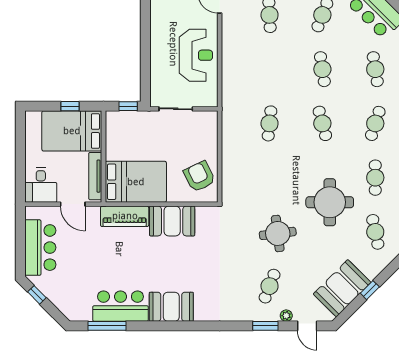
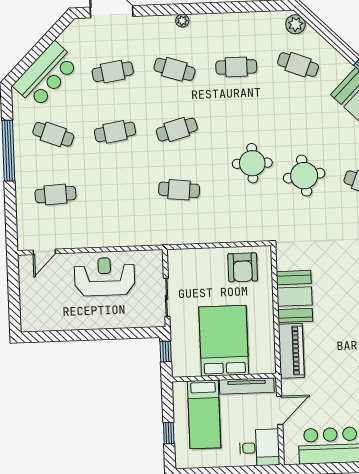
window: (70, 106) -> (169, 433), moved
bed: (72, 131) -> (204, 414), width x0.67
armchair: (199, 176) -> (243, 267), turned -64
bed: (136, 182) -> (224, 341), moved
round table: (330, 202) -> (252, 163), moved, width x0.73, depth x0.73
cafe table: (375, 232) -> (298, 65), turned 33

